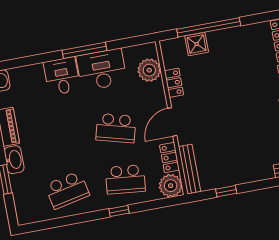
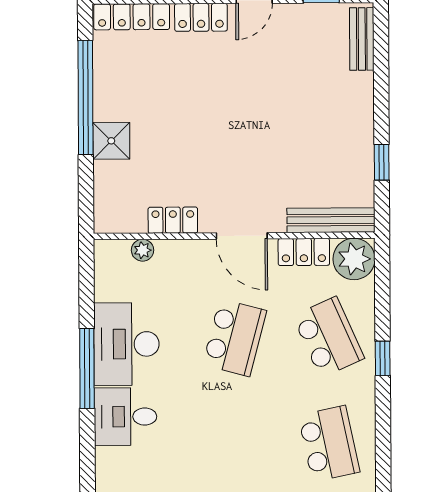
window: (209, 27) -> (86, 98), moved
shower: (197, 44) -> (111, 141), moved
plant: (149, 70) -> (143, 250), width x0.53, depth x0.53
school desk: (125, 179) -> (328, 337), turned -30

